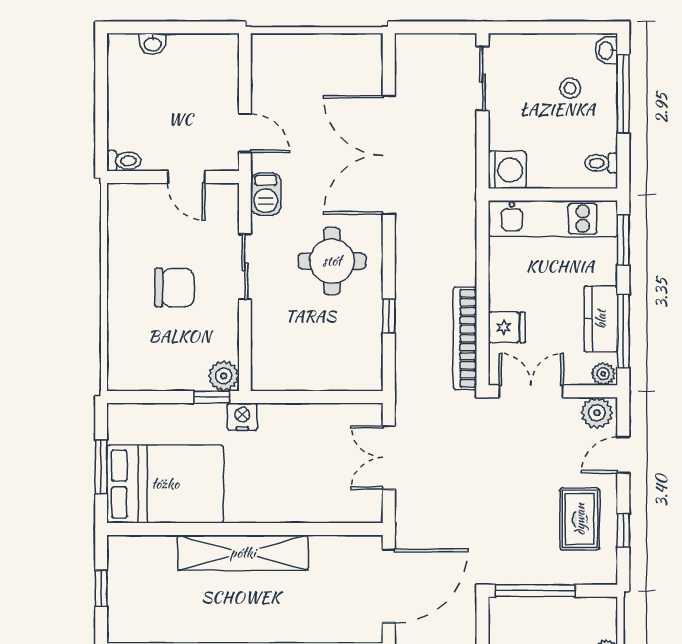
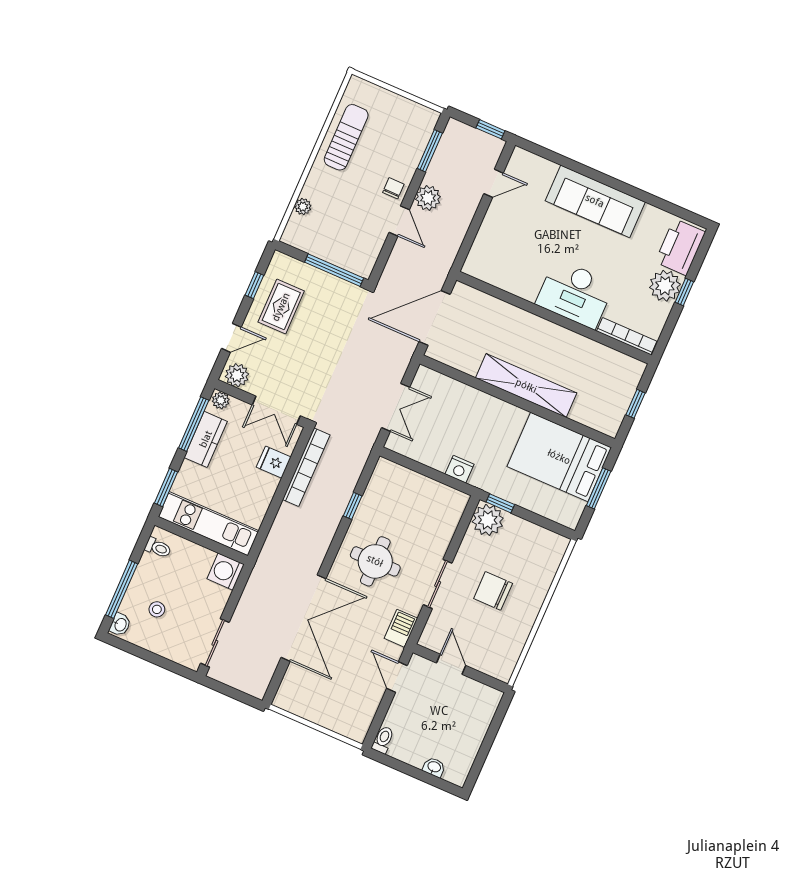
toilet: (124, 161) -> (383, 740), moved, turned 90
plant: (224, 376) -> (488, 520), width x1.36, depth x1.36
nightstand: (242, 417) -> (459, 469), moved

